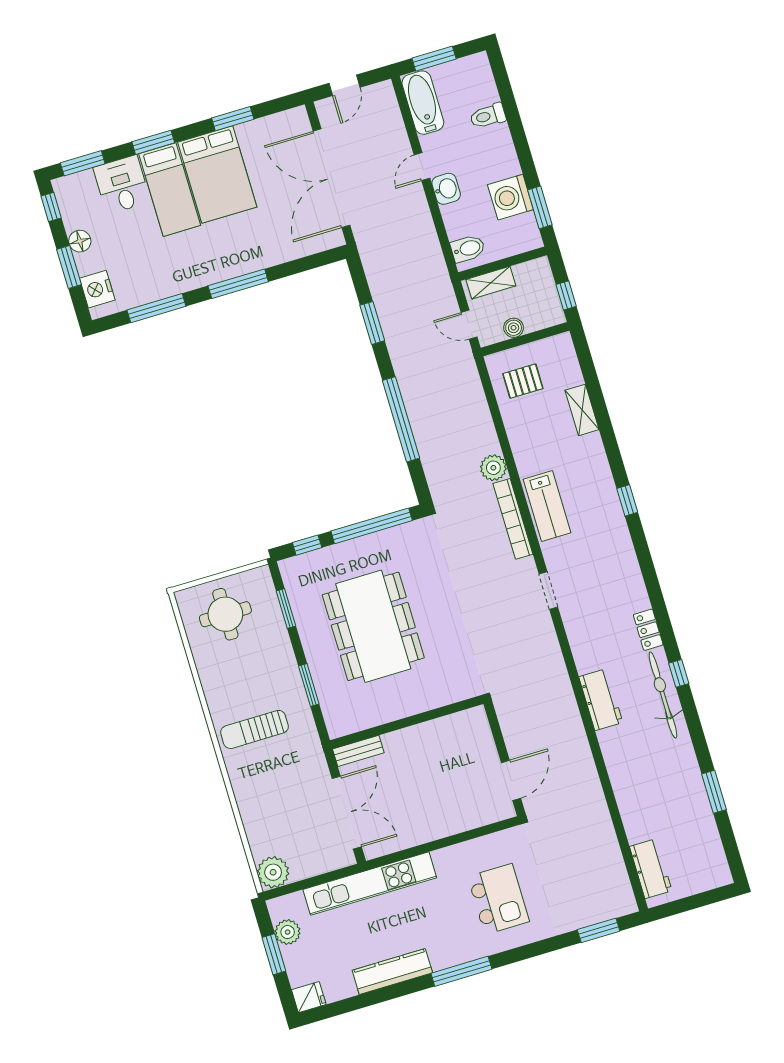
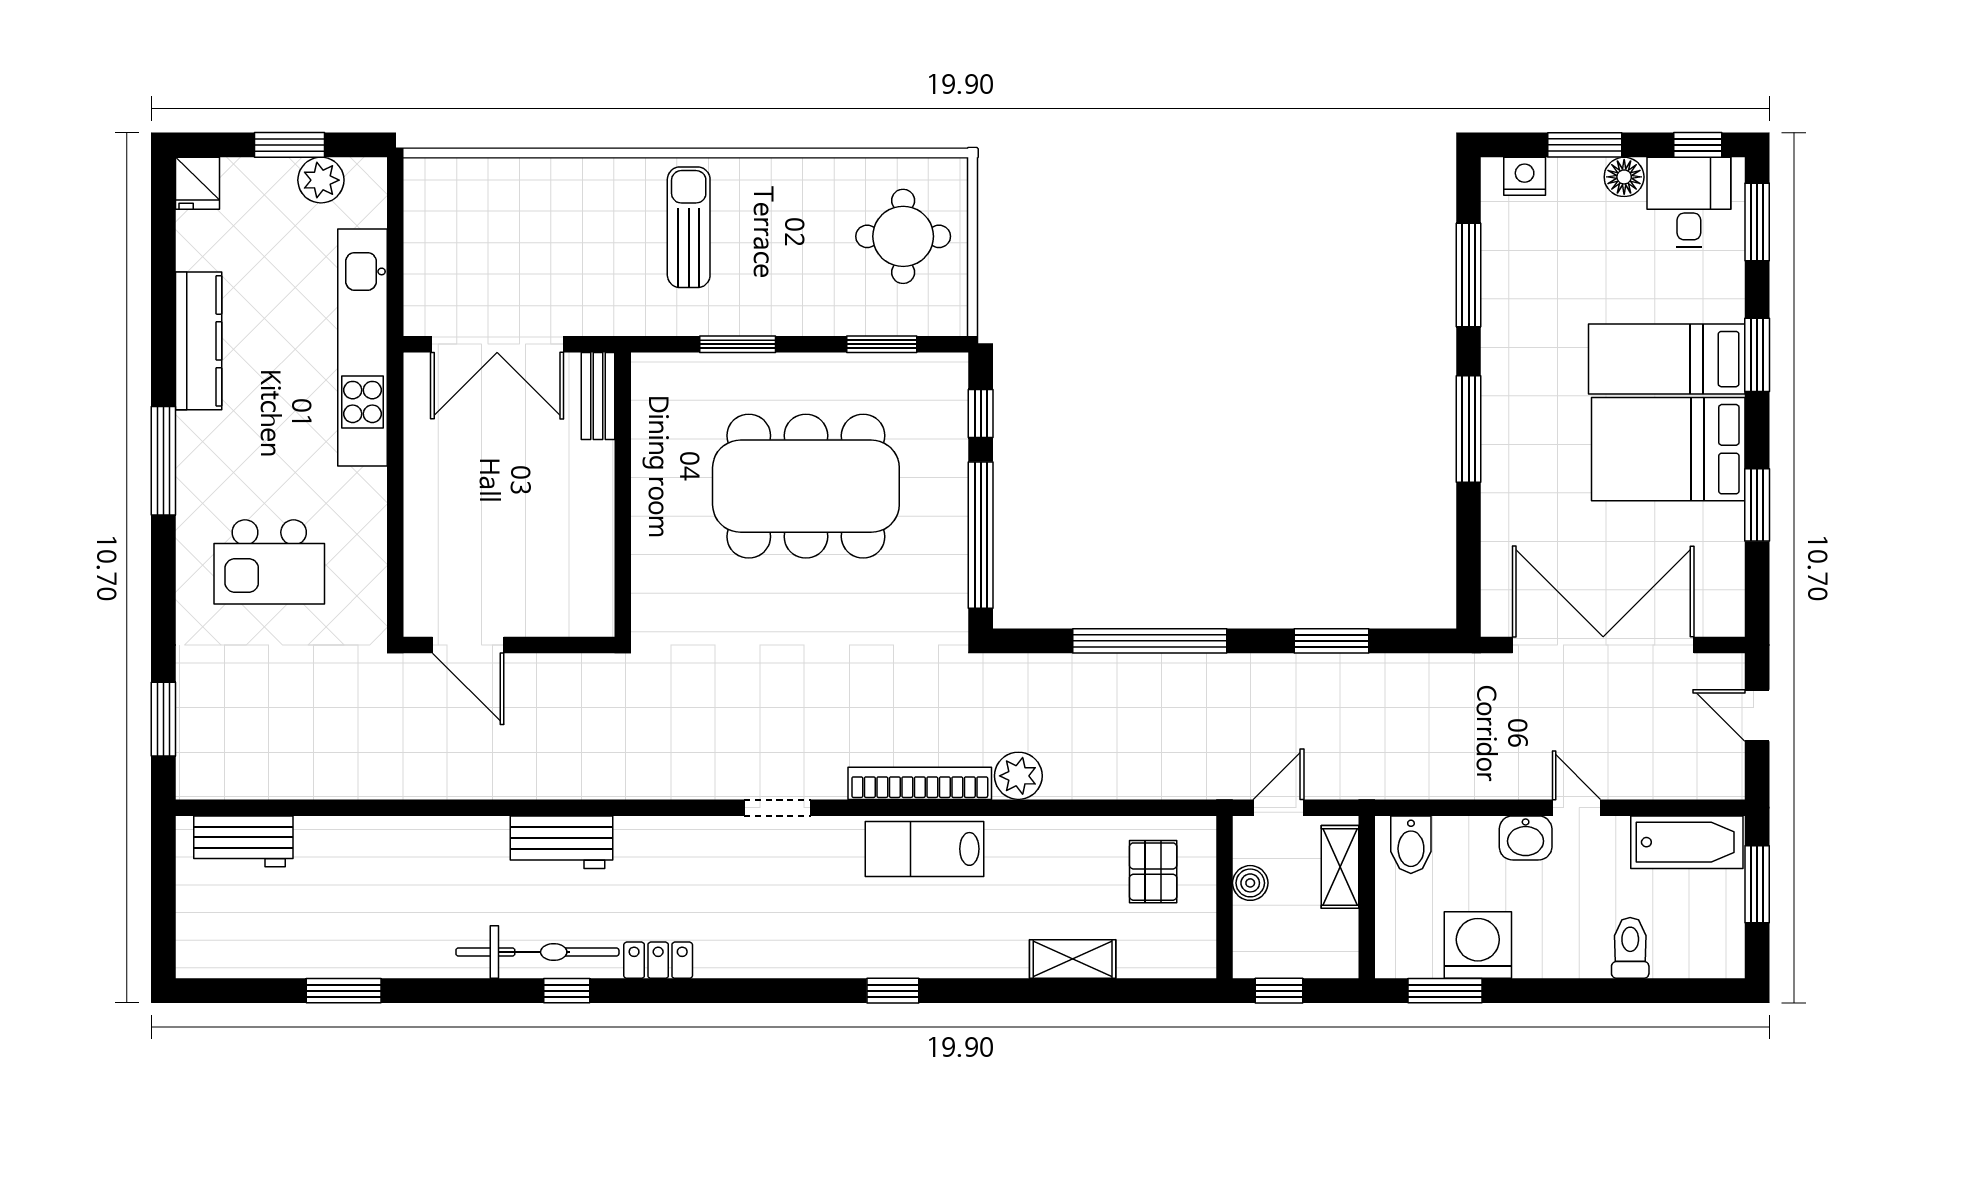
desk: (122, 185) -> (1689, 202), moved, turned -90
nightstand: (97, 289) -> (1525, 176), width x0.74, depth x0.75
plant: (273, 872) -> (432, 186), removed

